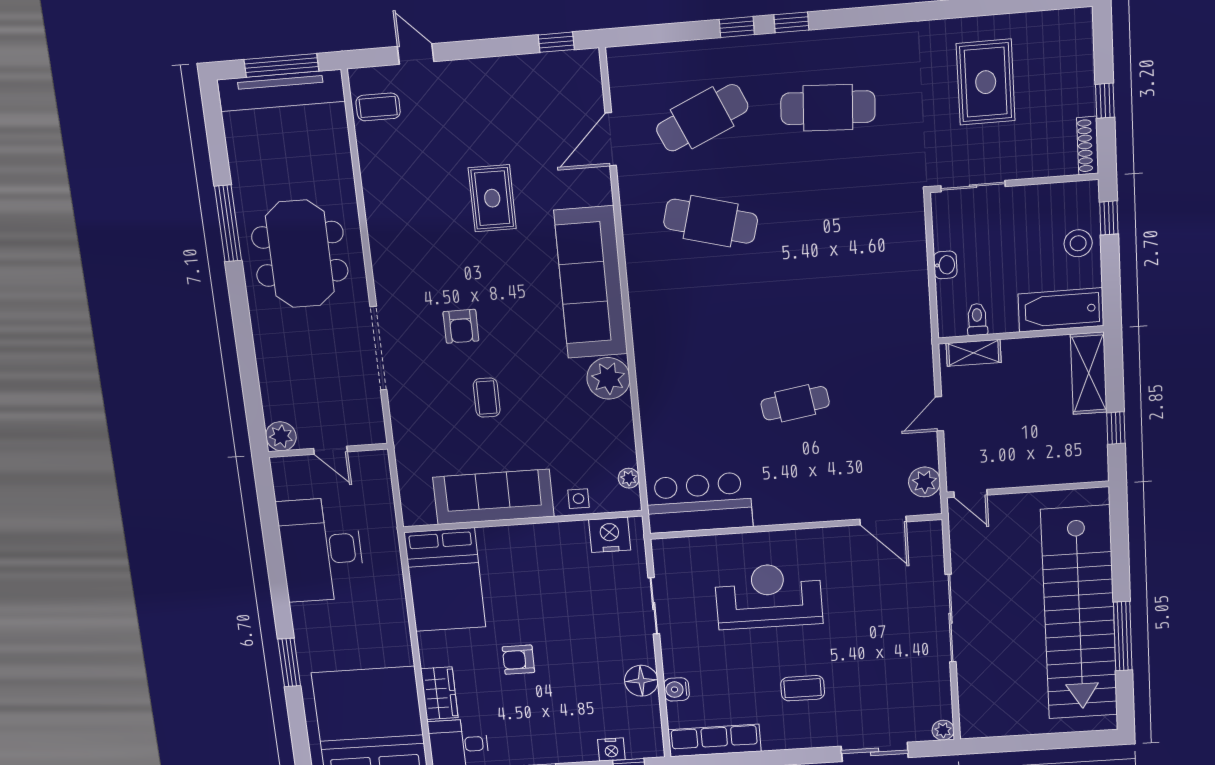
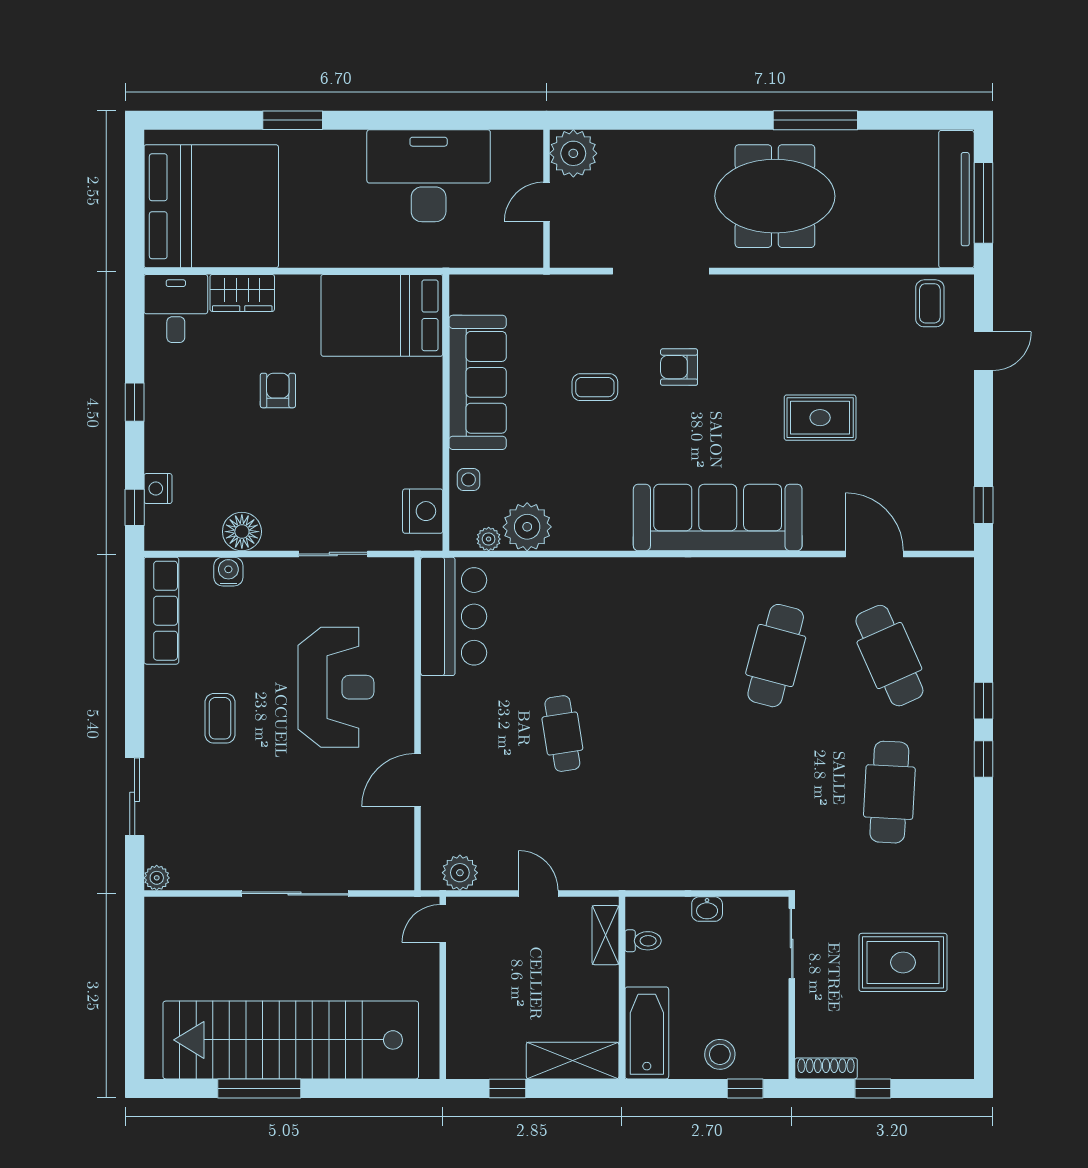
plant: (608, 378) -> (527, 527), moved
plant: (281, 436) -> (573, 153), width x1.36, depth x1.36
door: (883, 521) -> (418, 780), moved

